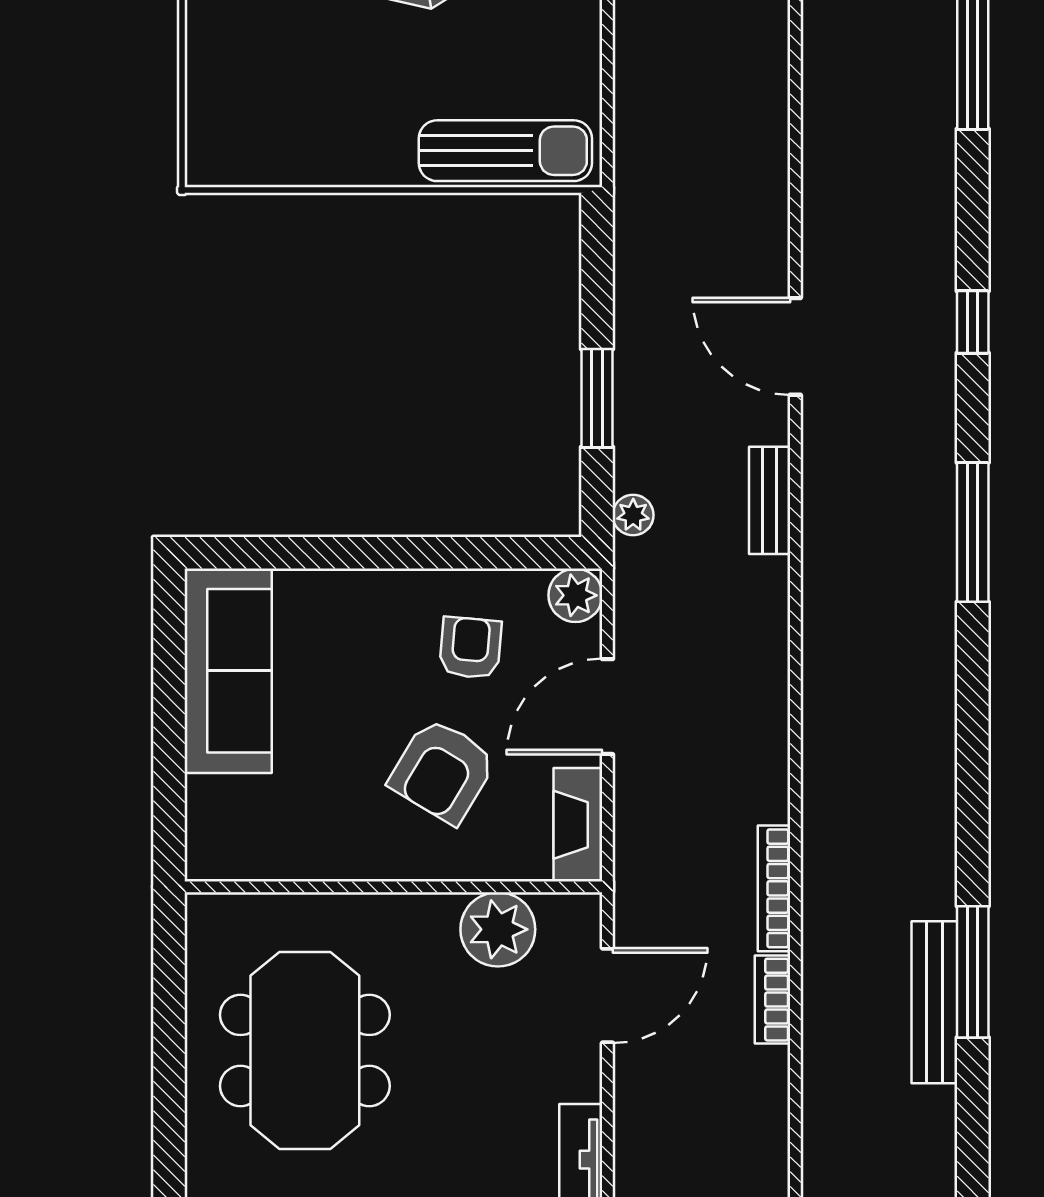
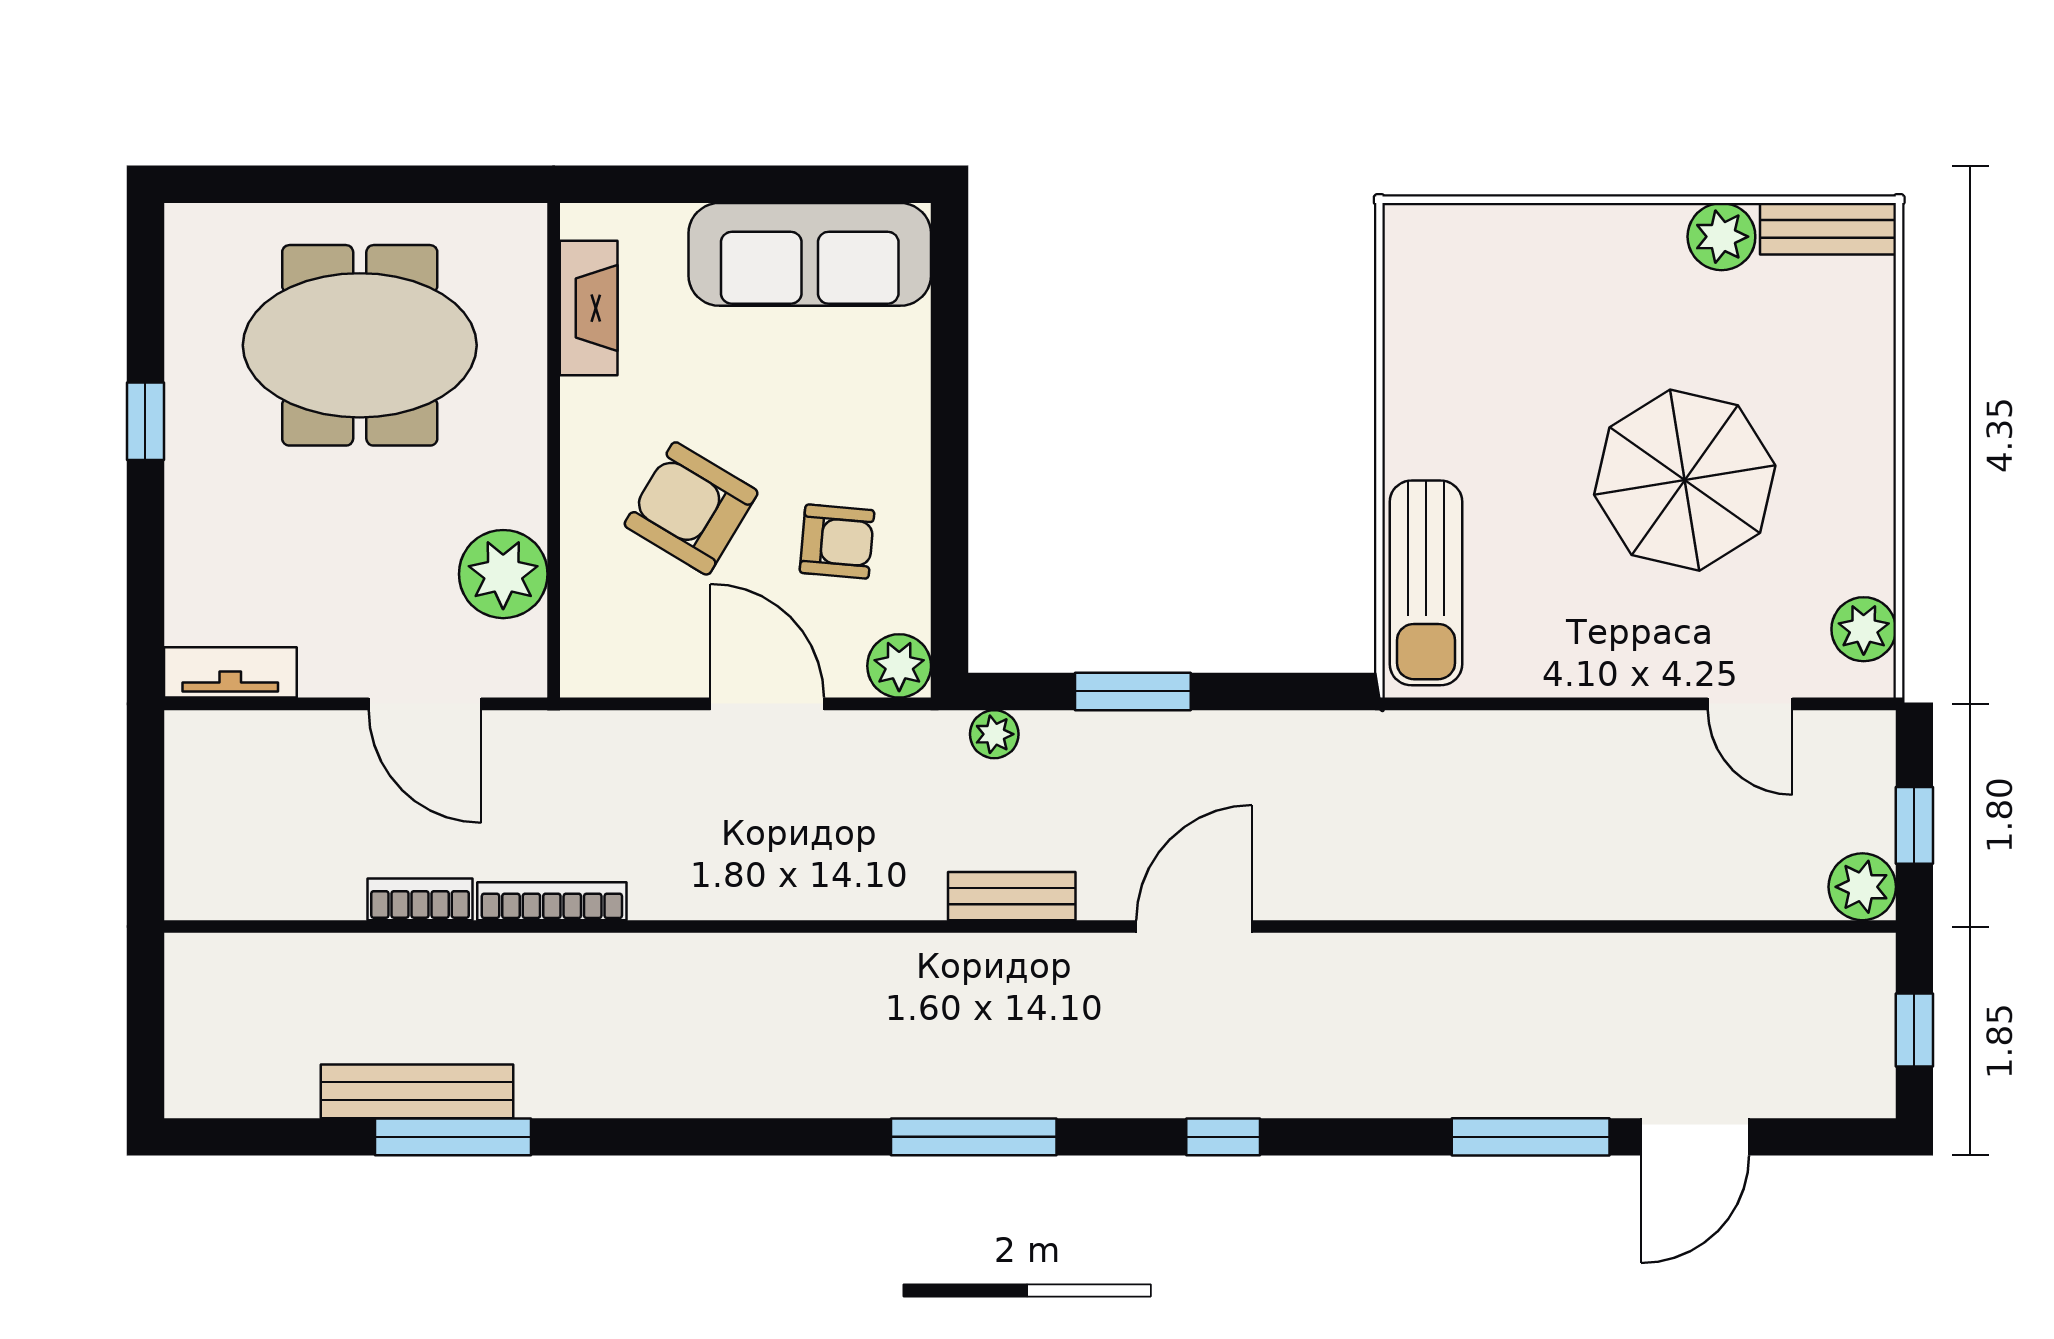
fireplace: (578, 825) -> (589, 308), moved, turned 90

